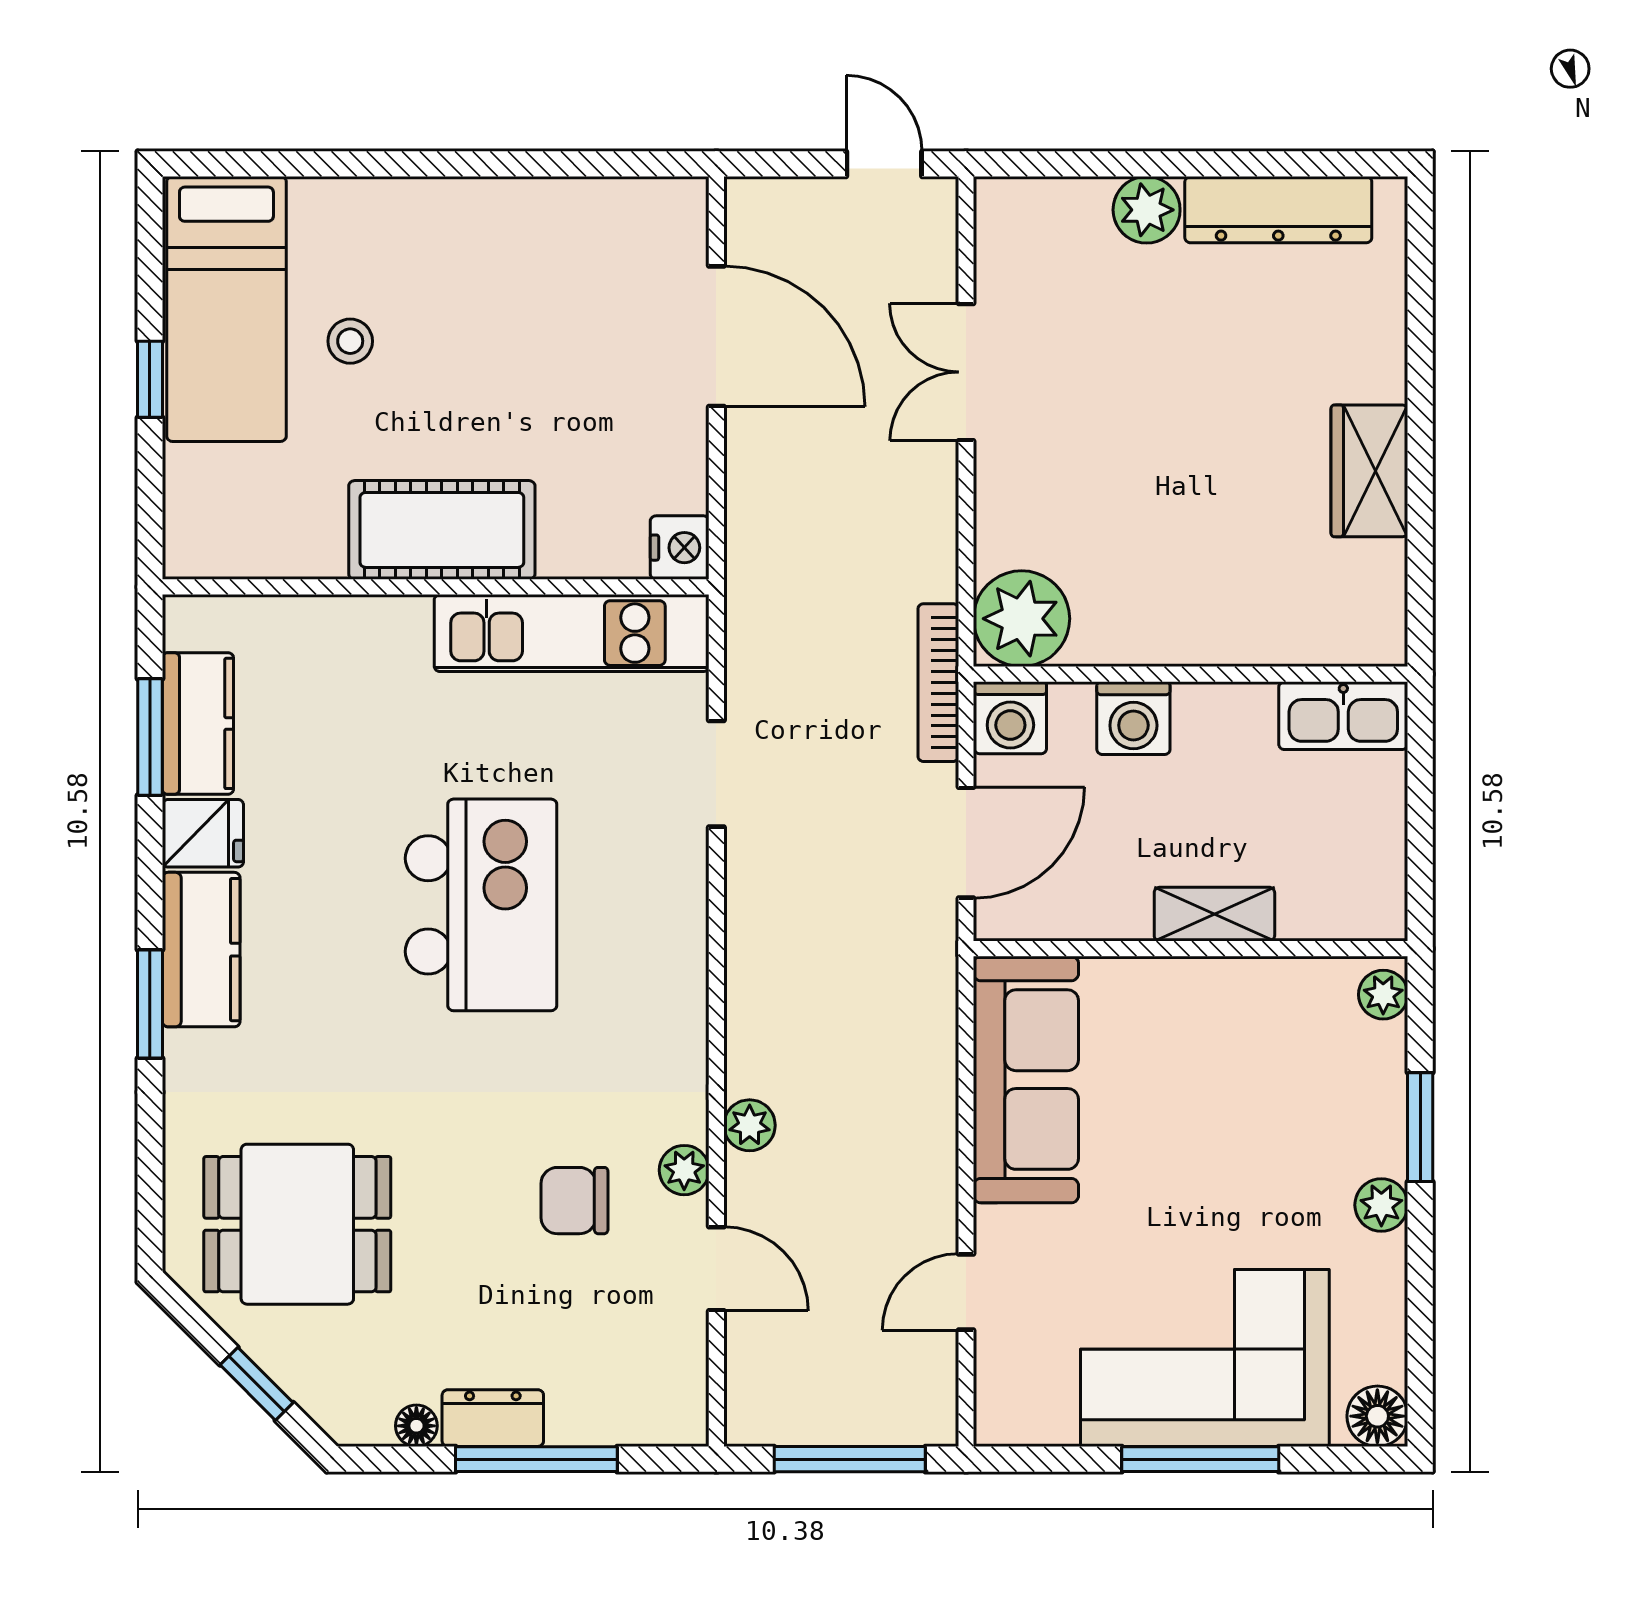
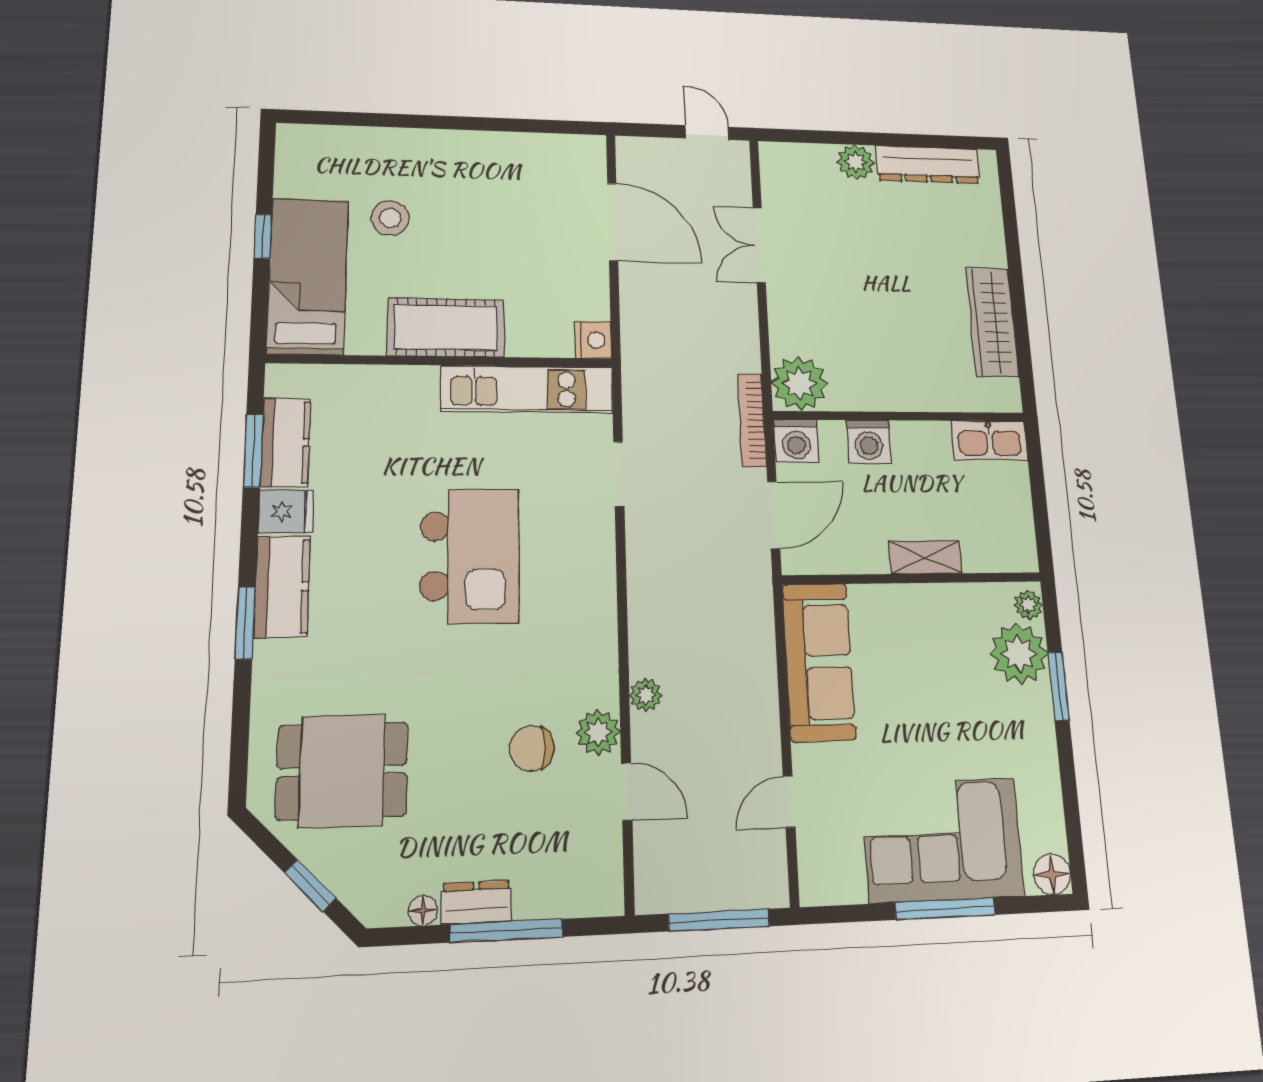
bed: (226, 309) -> (308, 276), moved, turned 180
stool: (350, 341) -> (390, 218), width x1.37, depth x1.37
wardrobe: (1369, 471) -> (993, 322), width x1.50
plant: (684, 1170) -> (598, 732), width x1.38, depth x1.38
plant: (1381, 1205) -> (1019, 654), moved, width x1.88, depth x1.88

